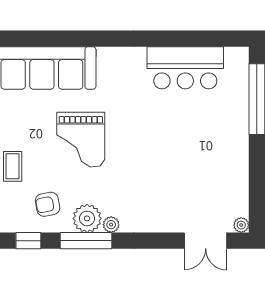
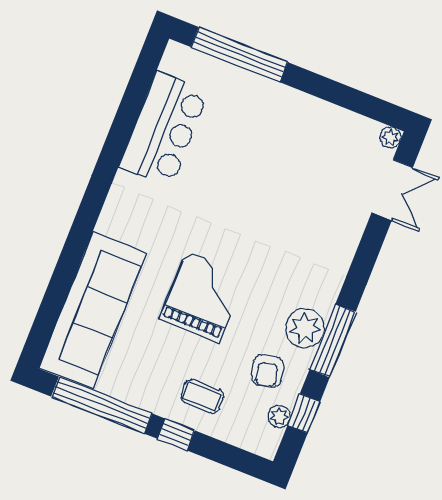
grand piano: (81, 140) -> (202, 297), turned -90
plant: (111, 225) -> (279, 416), moved

